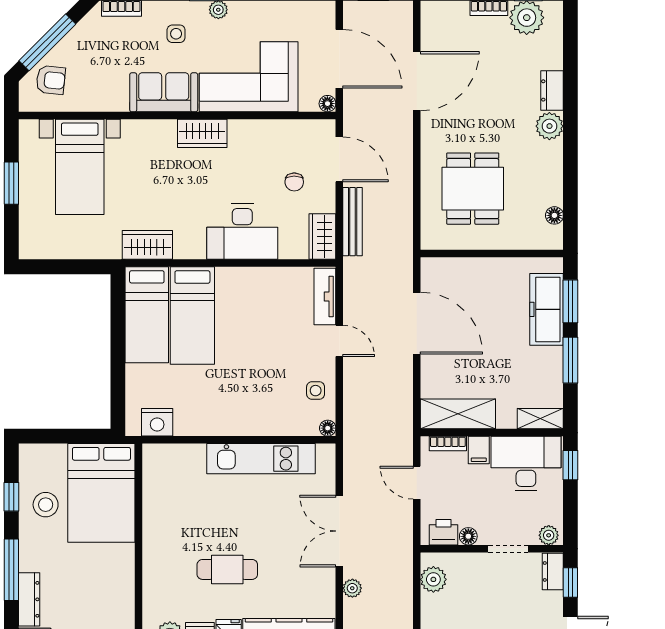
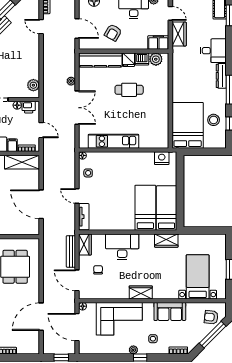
sofa: (164, 92) -> (170, 312), moved

